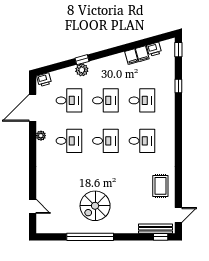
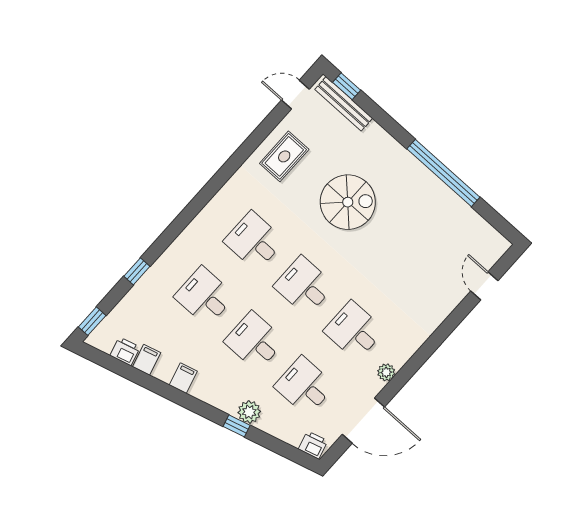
filing cabinet: (131, 57) -> (183, 378), moved
spiral stairs: (95, 206) -> (348, 202), moved

